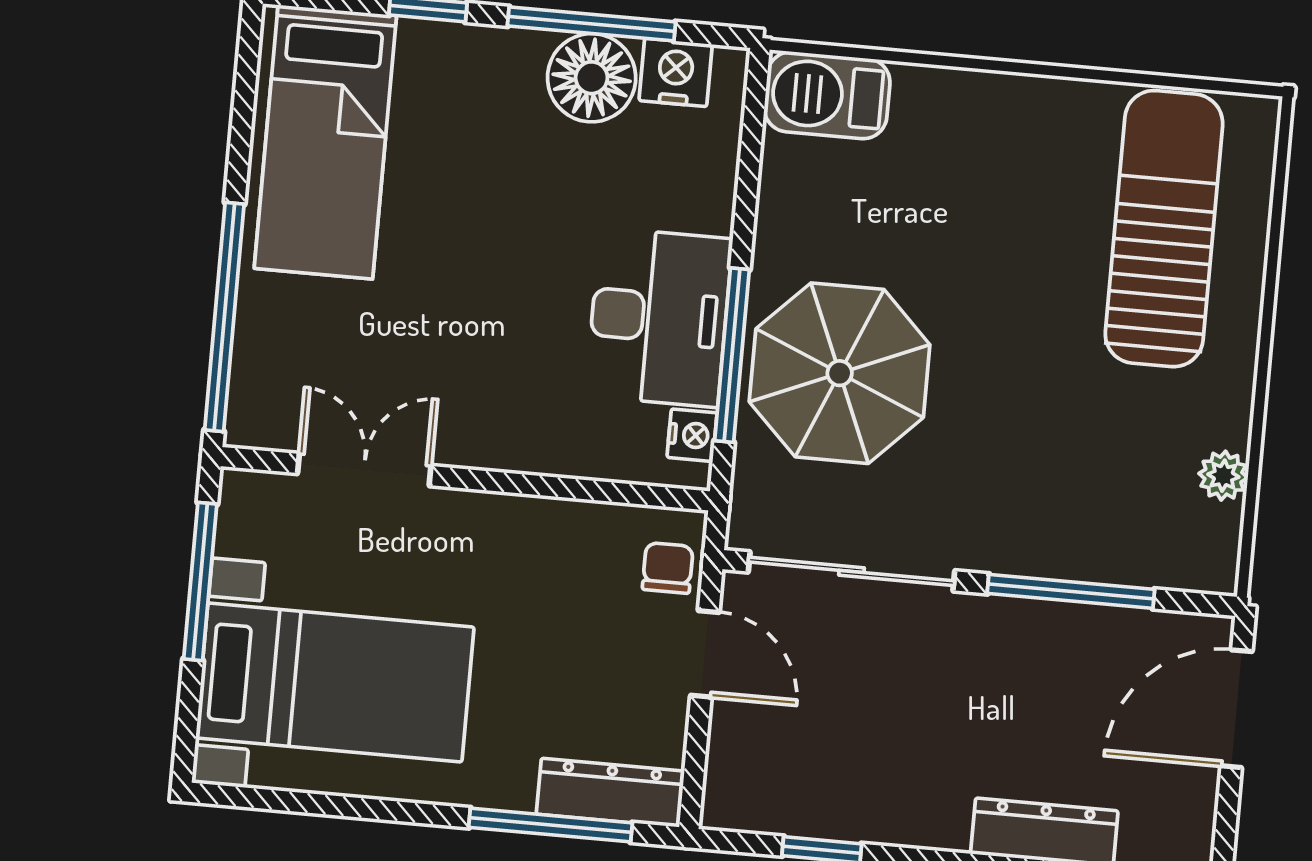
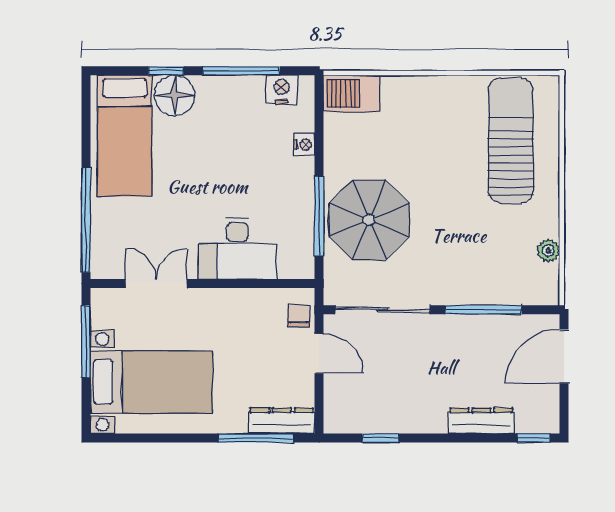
floor lamp: (592, 78) -> (175, 95), moved
desk: (659, 317) -> (237, 249), moved, turned 90
nightstand: (692, 435) -> (304, 145), moved

